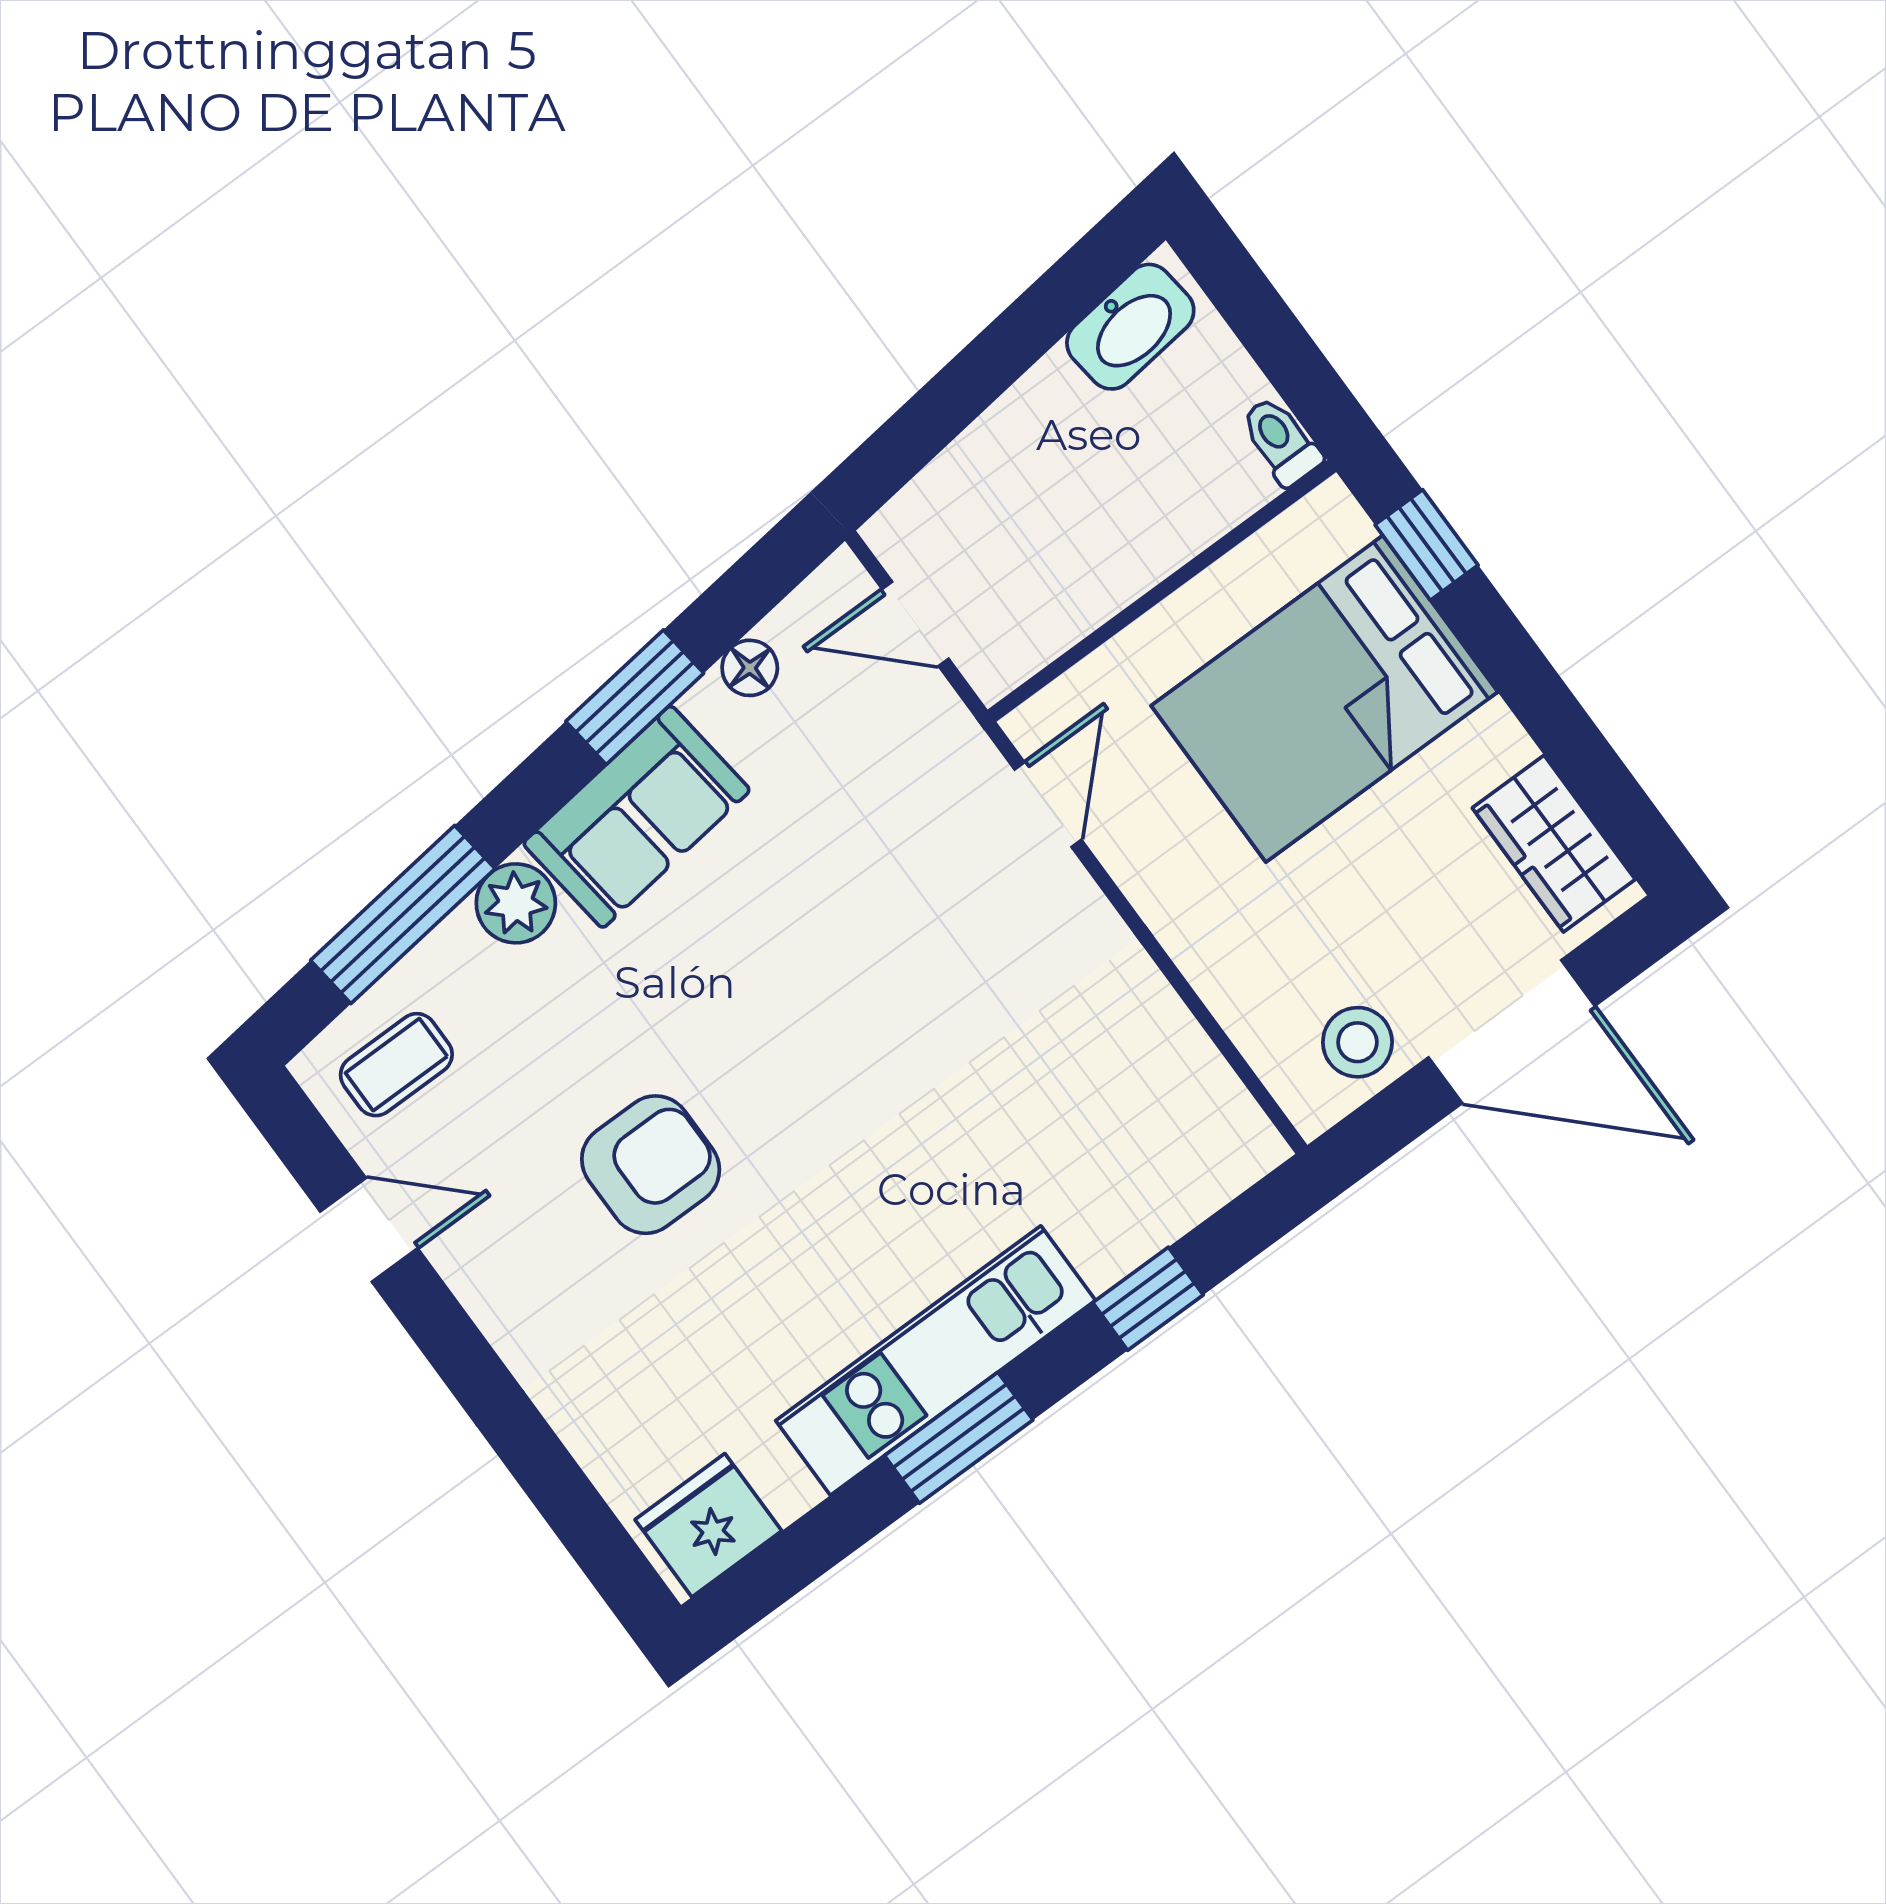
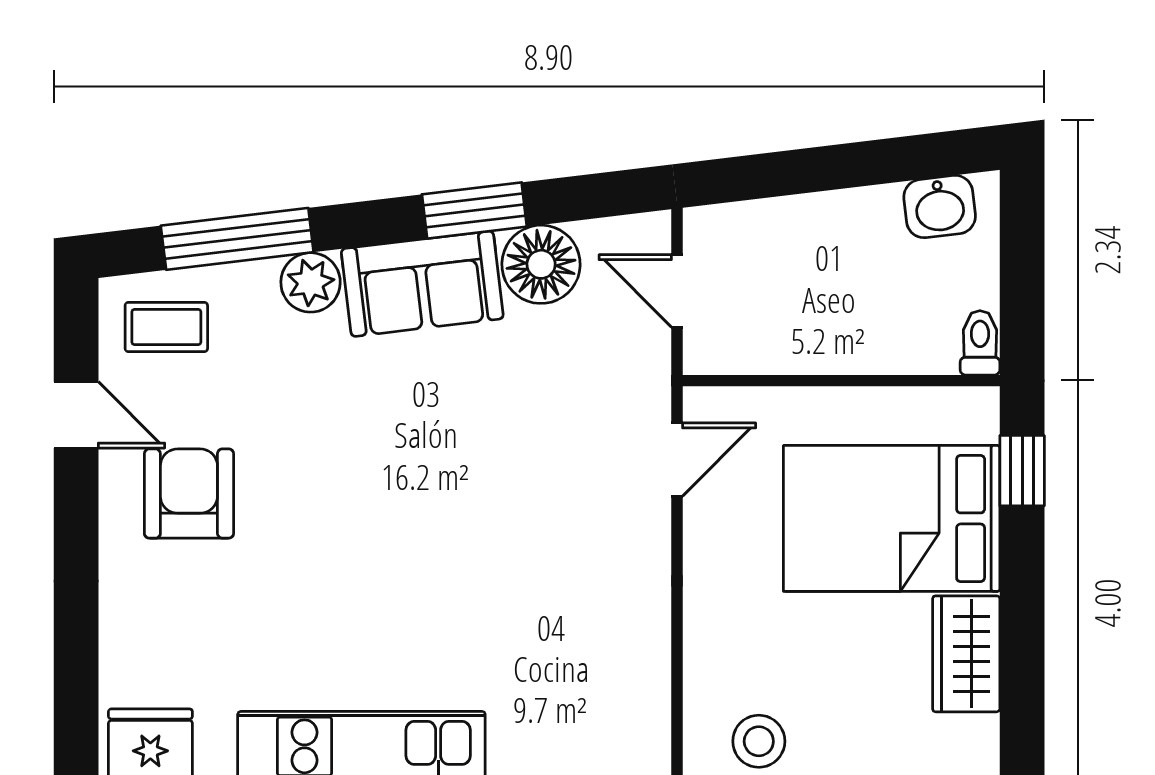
washbasin: (1130, 327) -> (940, 207), width x0.72
floor lamp: (750, 668) -> (541, 264), width x1.89, depth x1.89
wardrobe: (1554, 844) -> (966, 654), moved
armchair: (651, 1165) -> (189, 494), moved, turned -90

